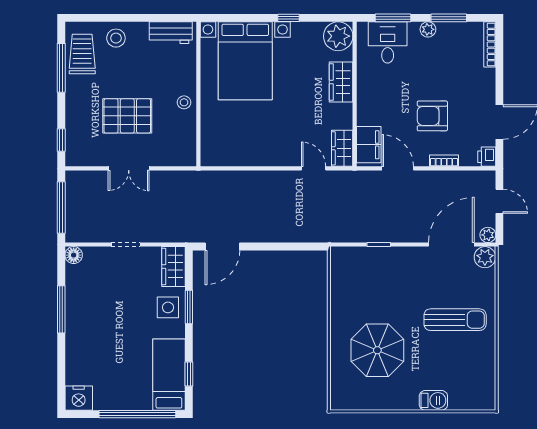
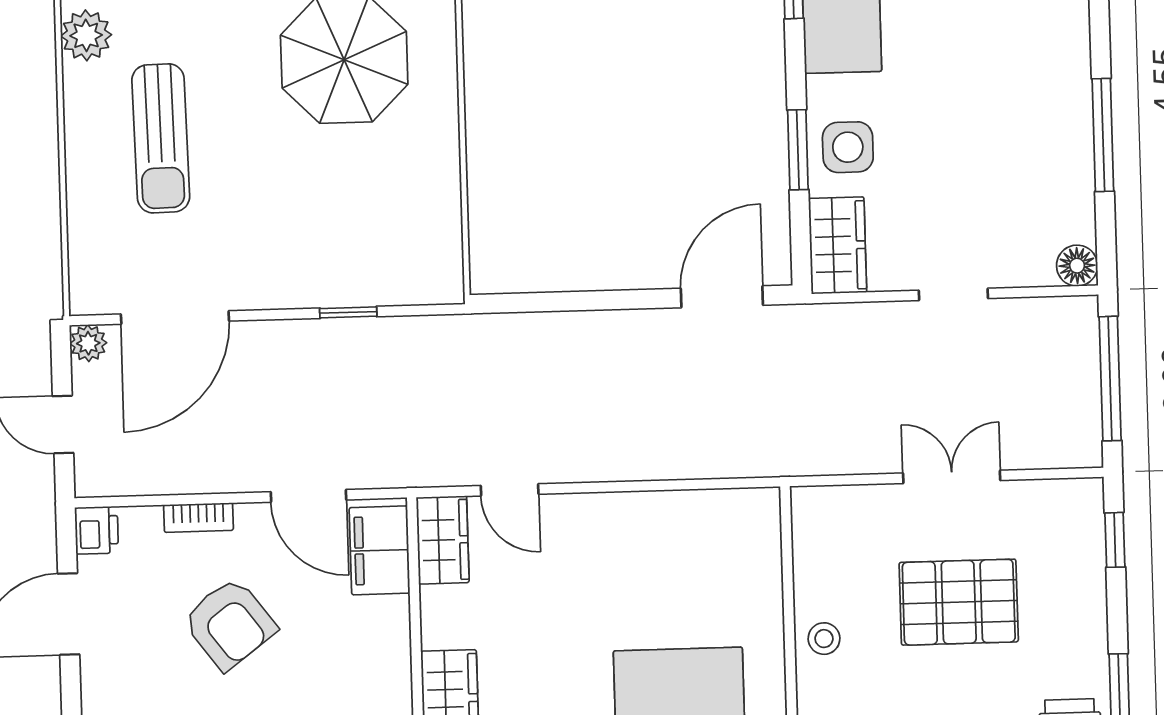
armchair: (432, 116) -> (230, 624), turned 53
plant: (485, 257) -> (86, 35), moved
sun lounger: (455, 320) -> (161, 138), turned -91

